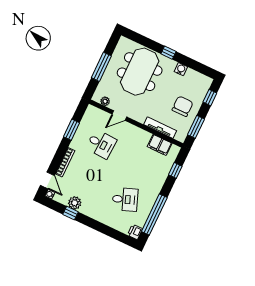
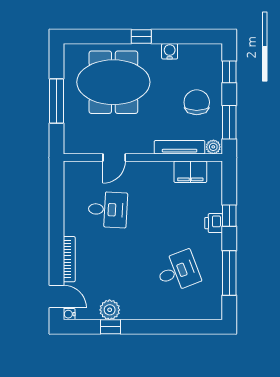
meeting table: (140, 72) -> (113, 82), turned 90
plant: (105, 101) -> (213, 147), moved
window: (71, 130) -> (56, 209), removed
window: (175, 170) -> (229, 216), moved
window: (154, 215) -> (229, 273), width x0.68
printer: (135, 232) -> (214, 223), moved

